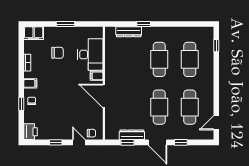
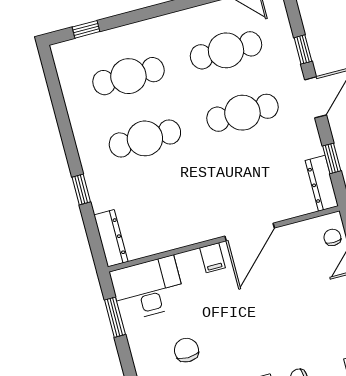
window: (66, 24) -> (115, 317), moved
dresser: (129, 32) -> (111, 238), moved
desk: (90, 55) -> (148, 288), moved
dresser: (132, 135) -> (322, 183), moved

